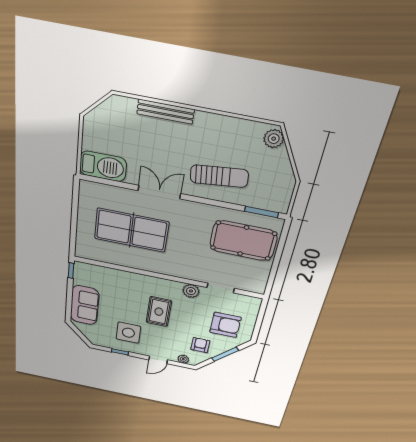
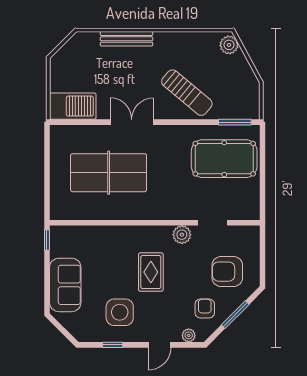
sun lounger: (219, 176) -> (187, 93), turned 46
armchair: (225, 325) -> (227, 272), turned 180

